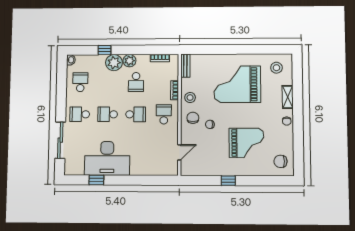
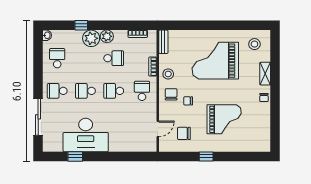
school desk: (136, 82) -> (114, 58), turned -90
school desk: (136, 114) -> (114, 91), turned 180
chair: (280, 161) -> (184, 133), moved

